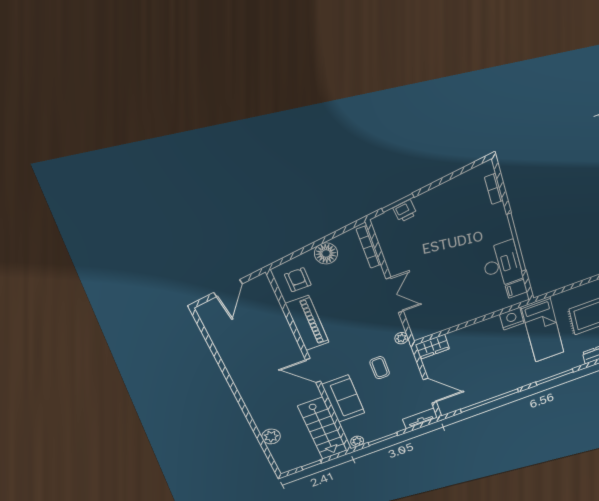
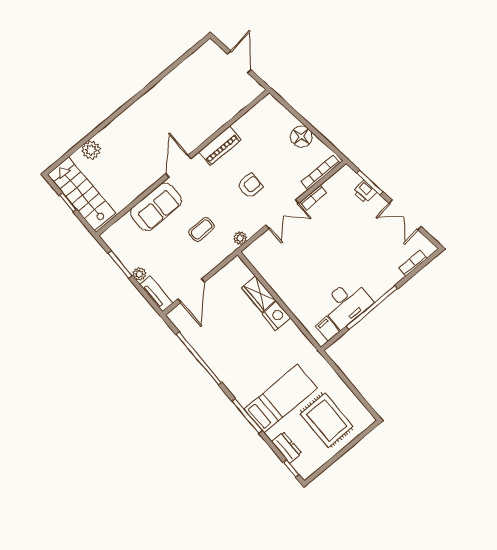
double door: (444, 180) -> (405, 215), added
bookcase: (391, 262) -> (313, 198), added
armchair: (298, 280) -> (250, 186), moved
door: (228, 288) -> (239, 62), swing flipped
nightstand: (512, 319) -> (276, 316), moved
piano: (307, 323) -> (220, 146), width x0.73, depth x0.75
bed: (543, 330) -> (281, 399), moved, turned 180
wardrobe: (432, 347) -> (259, 294), moved
stairs: (323, 429) -> (81, 194), moved, turned 90
plant: (357, 441) -> (139, 274), moved

